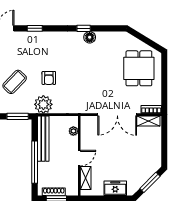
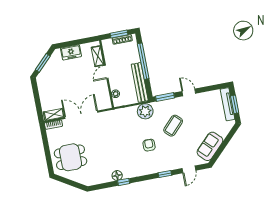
dining table: (139, 68) -> (71, 157), turned 90
armchair: (49, 78) -> (149, 145), moved

